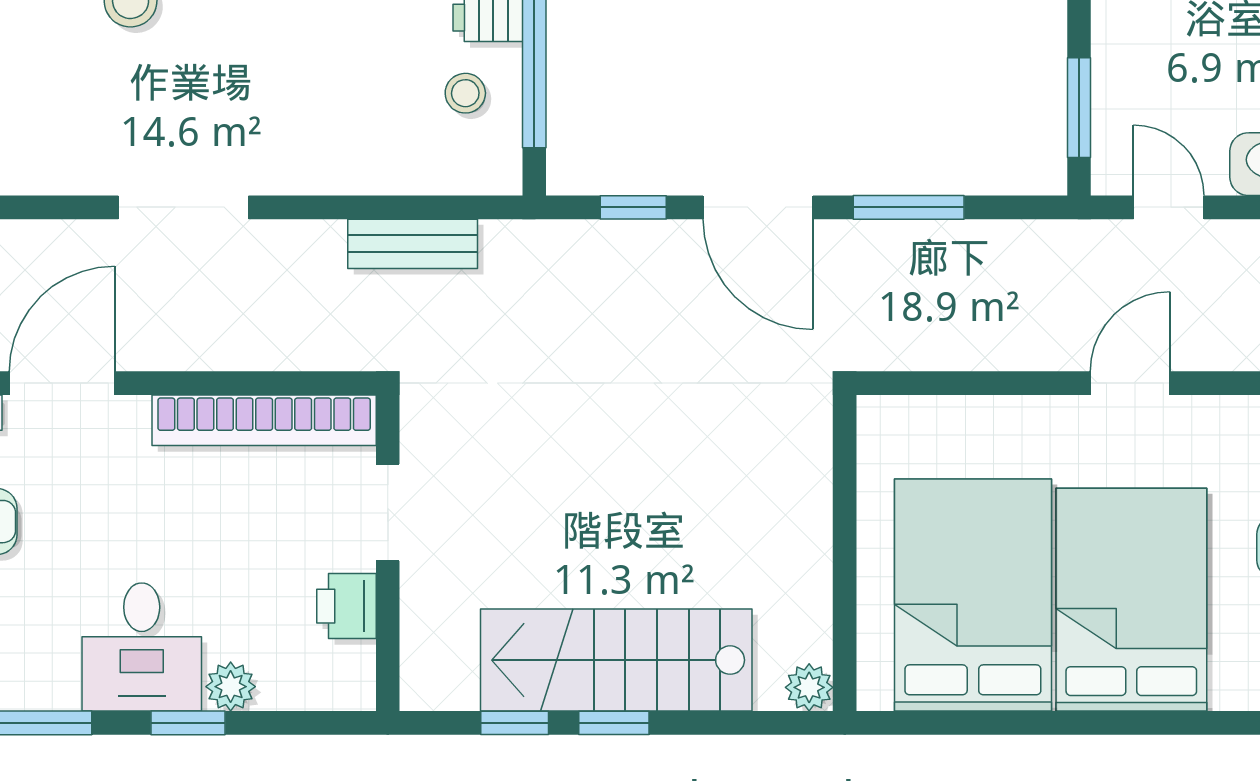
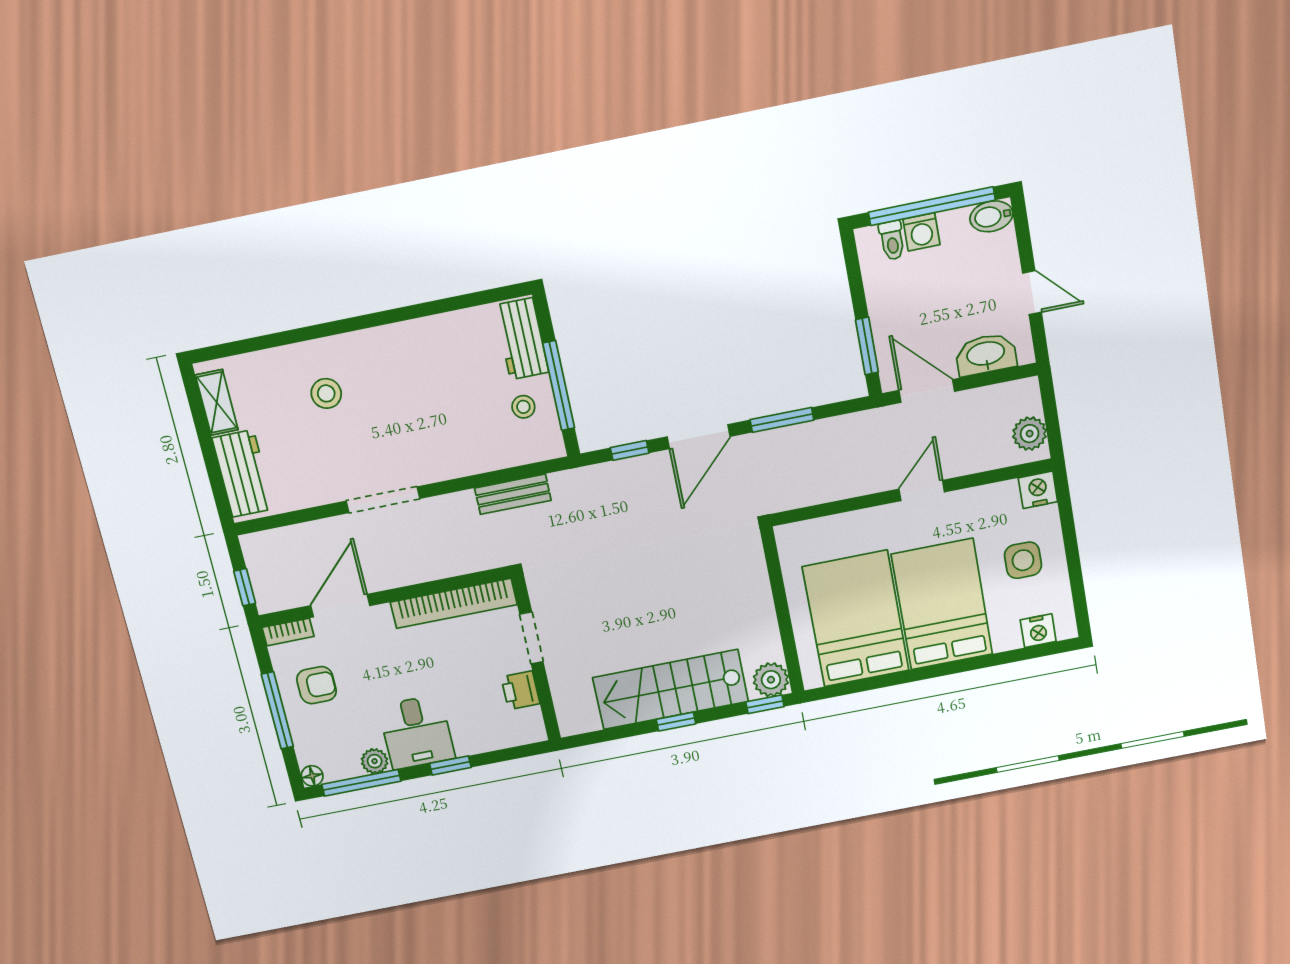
door: (758, 207) -> (699, 437), hinge flipped
door: (1169, 207) -> (927, 391), width x1.38
plant: (231, 687) -> (375, 761), moved
plant: (809, 687) -> (771, 680), width x1.38, depth x1.38
window: (515, 723) -> (765, 704), moved

